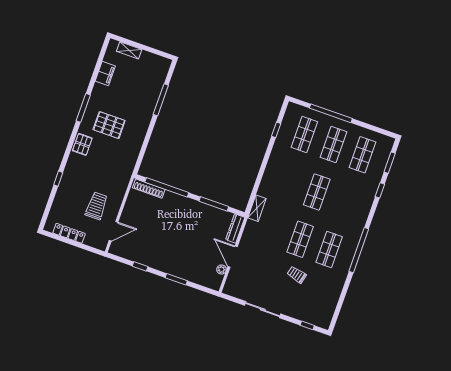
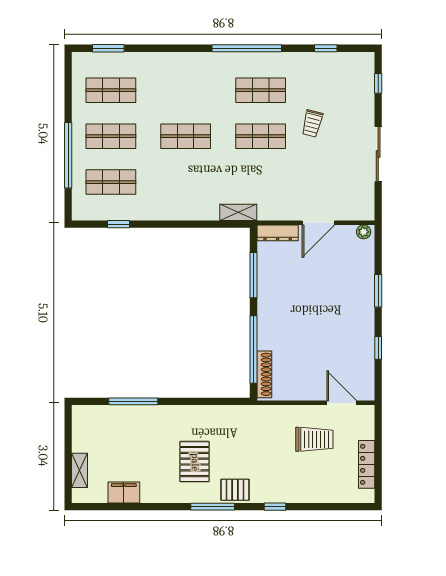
window: (83, 108) -> (213, 507), moved
window: (58, 179) -> (275, 507), moved
window: (380, 190) -> (326, 48), moved
trolley: (97, 206) -> (314, 439), turned 180
plant: (221, 269) -> (364, 232), moved

